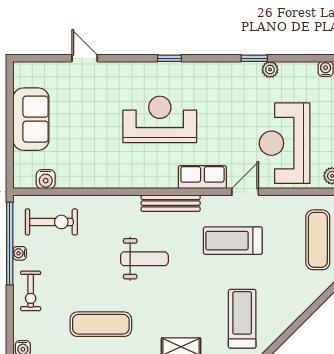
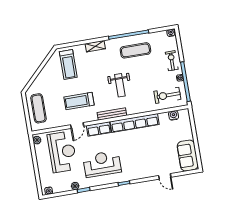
sofa: (31, 119) -> (188, 156), moved
reception desk: (160, 119) -> (102, 164), moved, turned 180
row of seats: (127, 177) -> (135, 123), added
treadmill: (233, 241) -> (79, 101), turned 180
weight bench: (144, 259) -> (120, 85), turned -90

